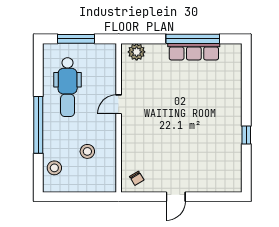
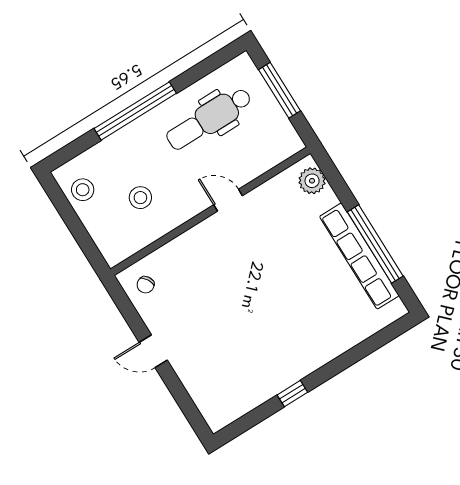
row of seats: (194, 52) -> (359, 256), width x1.36
stool: (54, 168) -> (83, 190), moved

